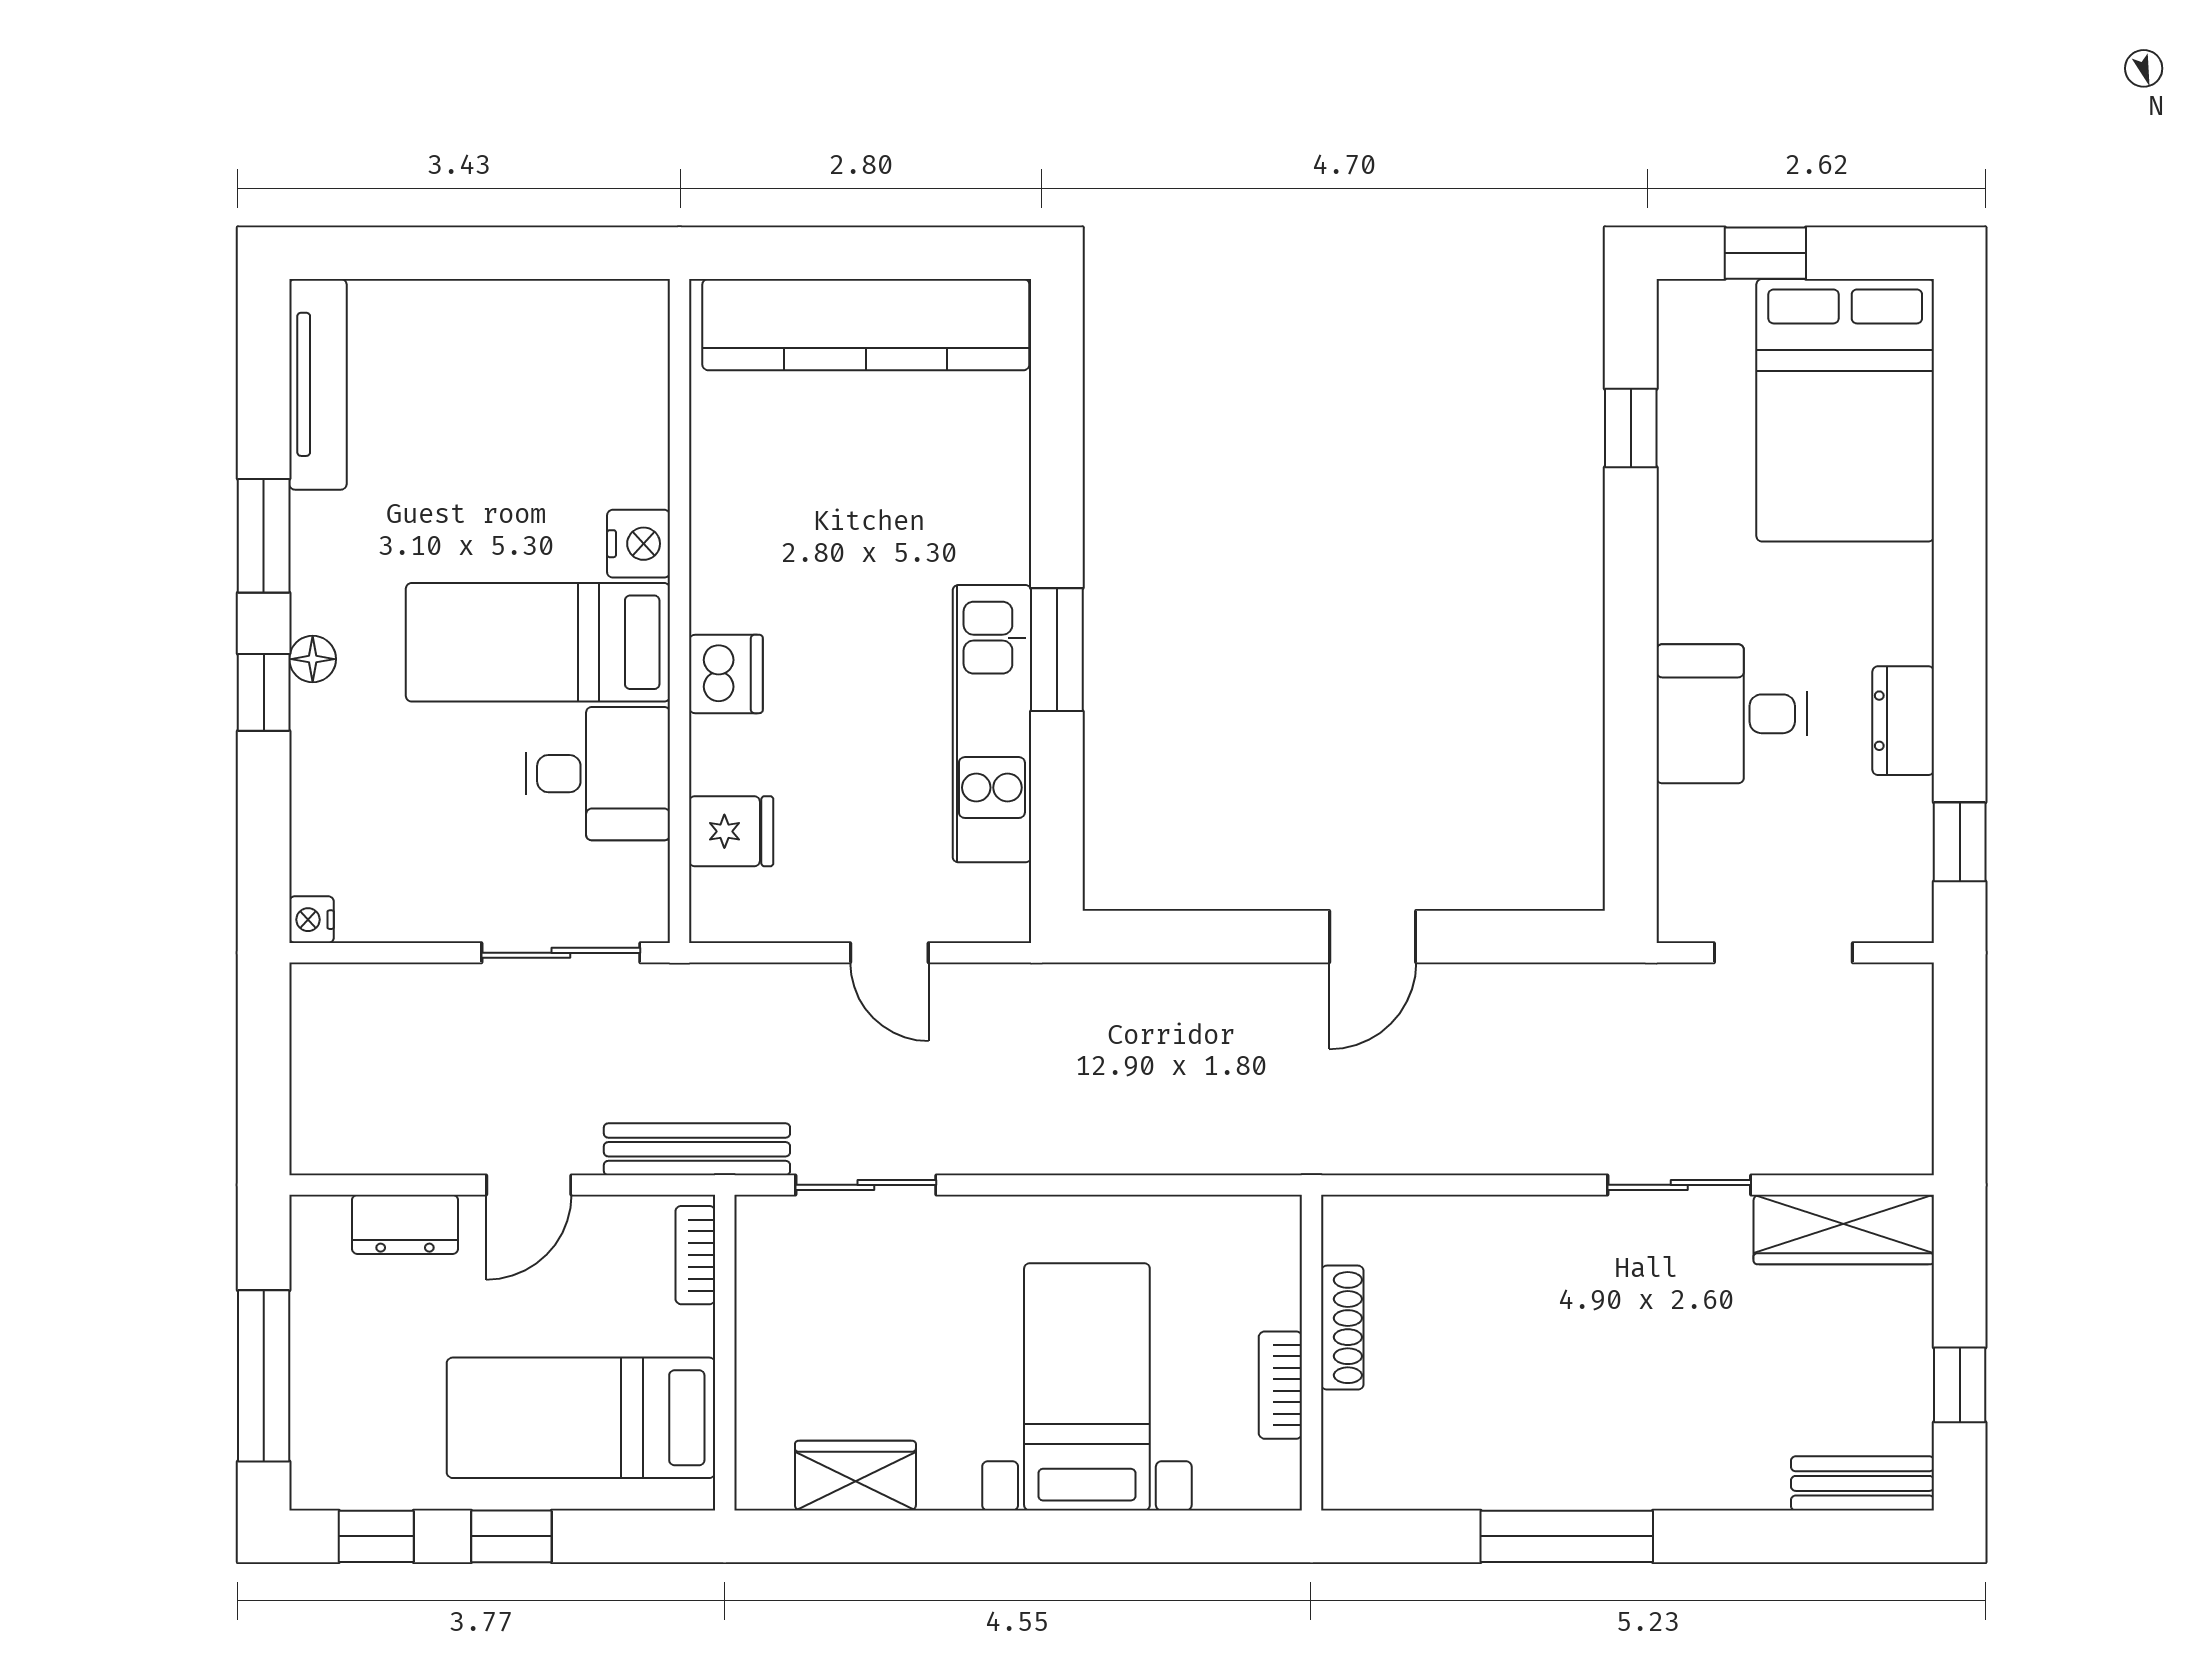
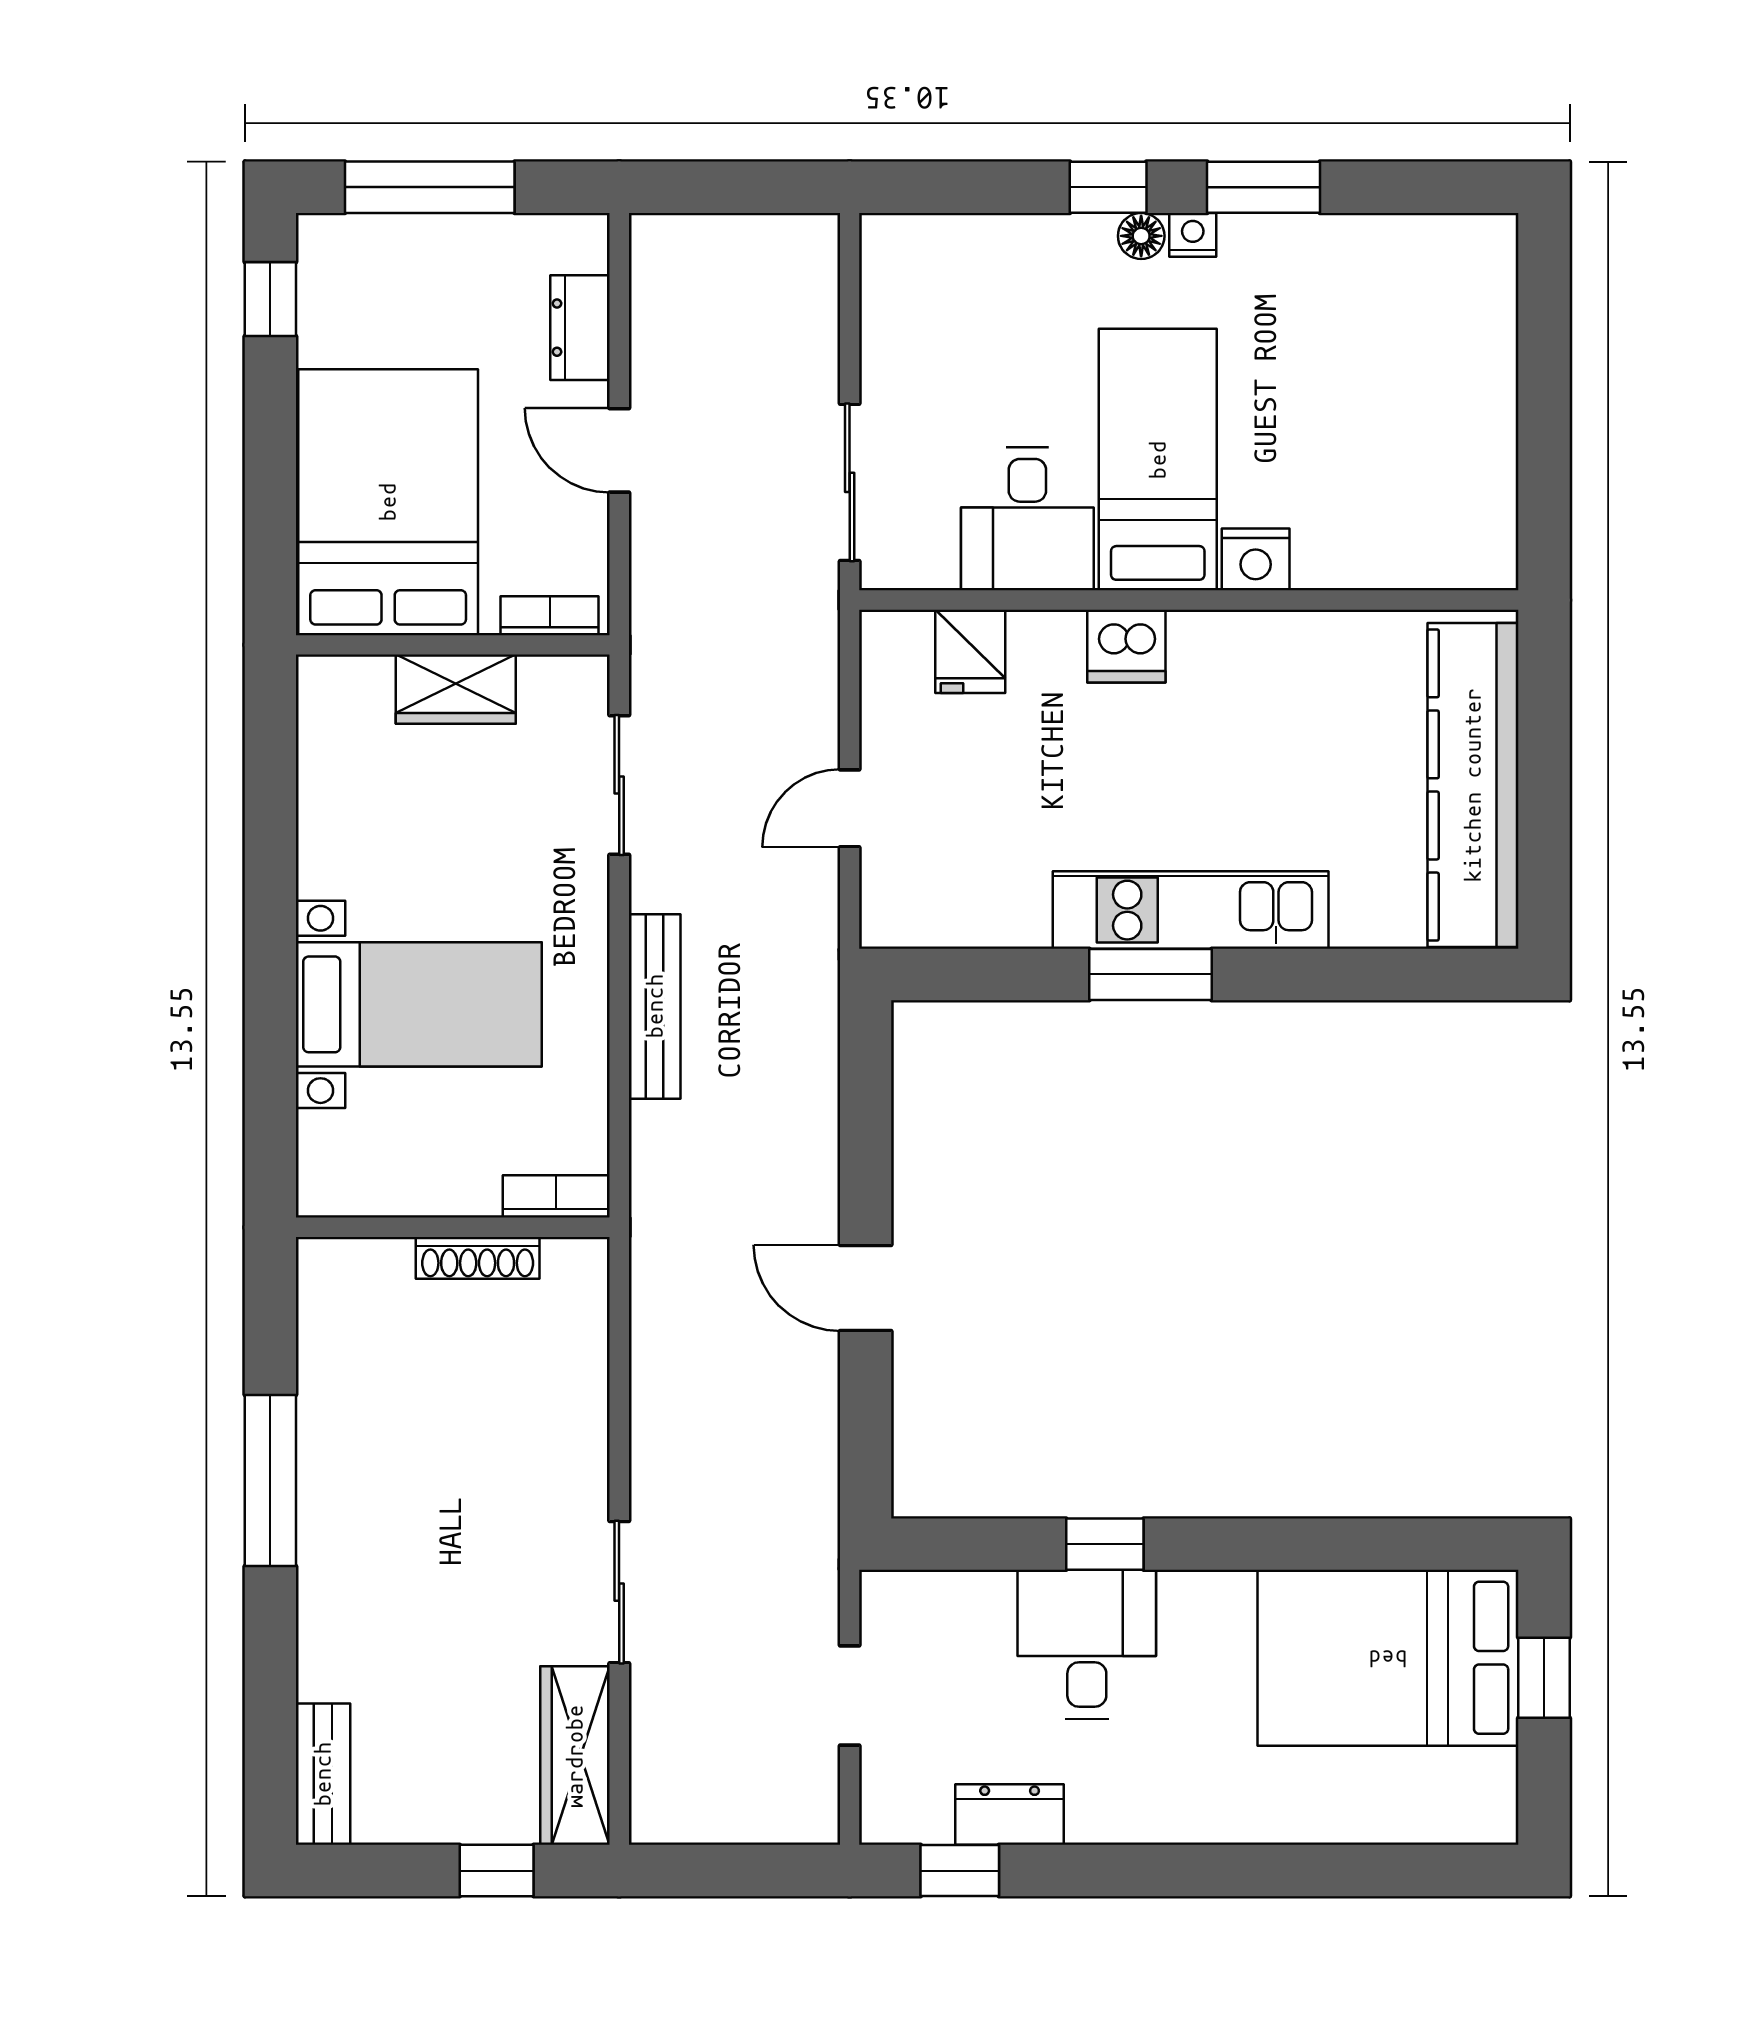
tv unit: (318, 384) -> (1414, 241), removed
bed: (1845, 410) -> (1388, 1658), moved
window: (1631, 428) -> (1105, 1544), moved
dresser: (1903, 721) -> (1010, 1814), moved
kitchen unit: (992, 724) -> (1191, 910), moved
nightstand: (312, 920) -> (1193, 235), moved
doorway: (1783, 953) -> (850, 1696), width x0.73
bench: (697, 1149) -> (655, 1006), moved
bookcase: (1280, 1385) -> (556, 1196), moved
window: (1960, 1385) -> (497, 1871), moved
bed: (581, 1418) -> (388, 502), width x1.50
wardrobe: (855, 1476) -> (456, 689), moved, turned 90
window: (511, 1536) -> (270, 433), removed

